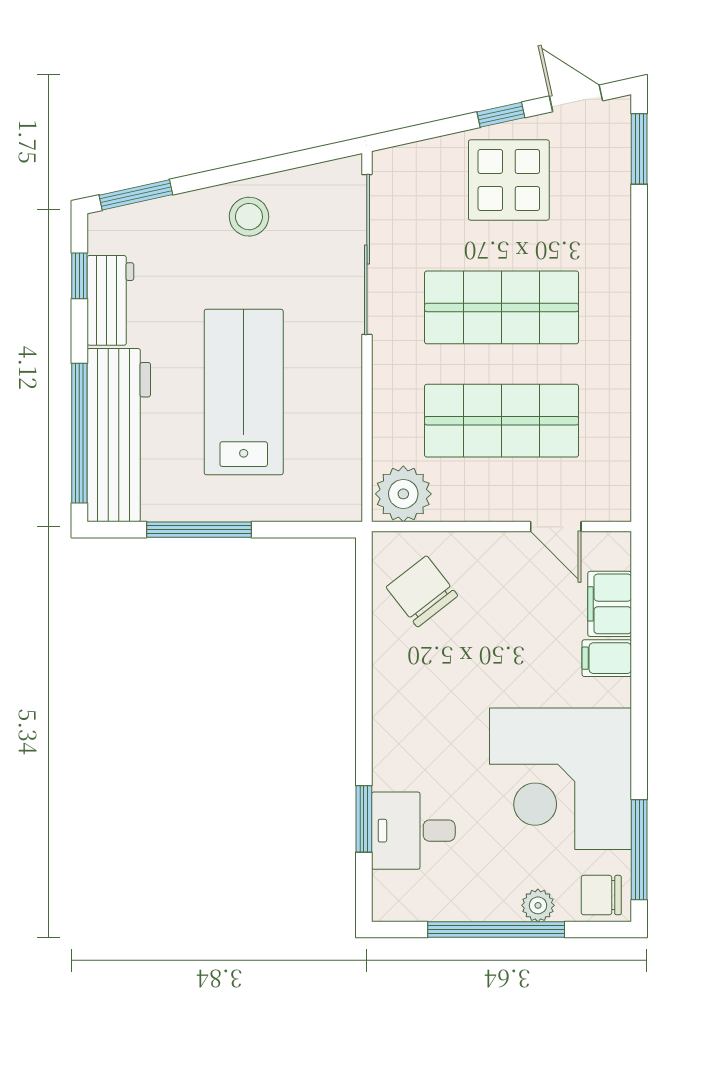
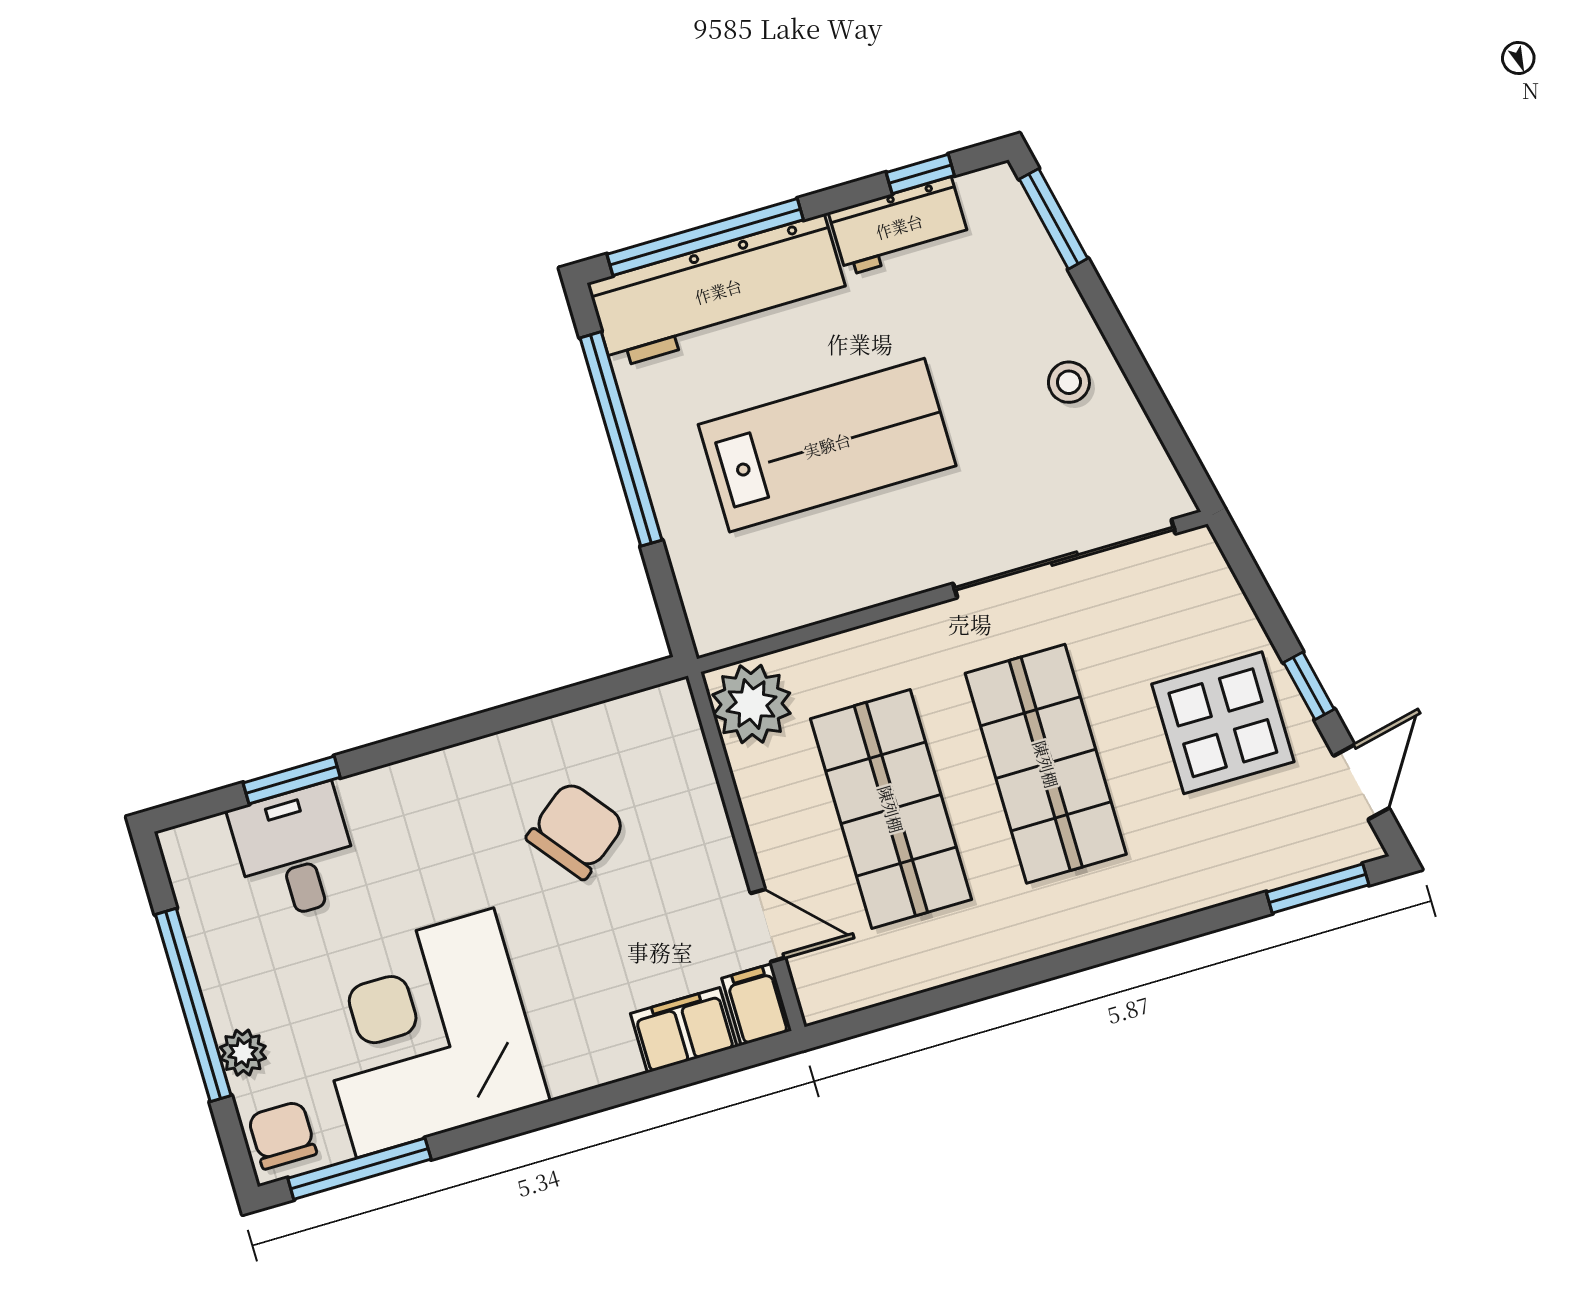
stool: (249, 217) -> (1069, 382), width x0.73, depth x0.73
door: (556, 527) -> (768, 925), swing flipped
window: (199, 530) -> (621, 439), width x1.46
chair: (422, 591) -> (576, 830), moved
filing cabinet: (607, 658) -> (757, 1005), moved

